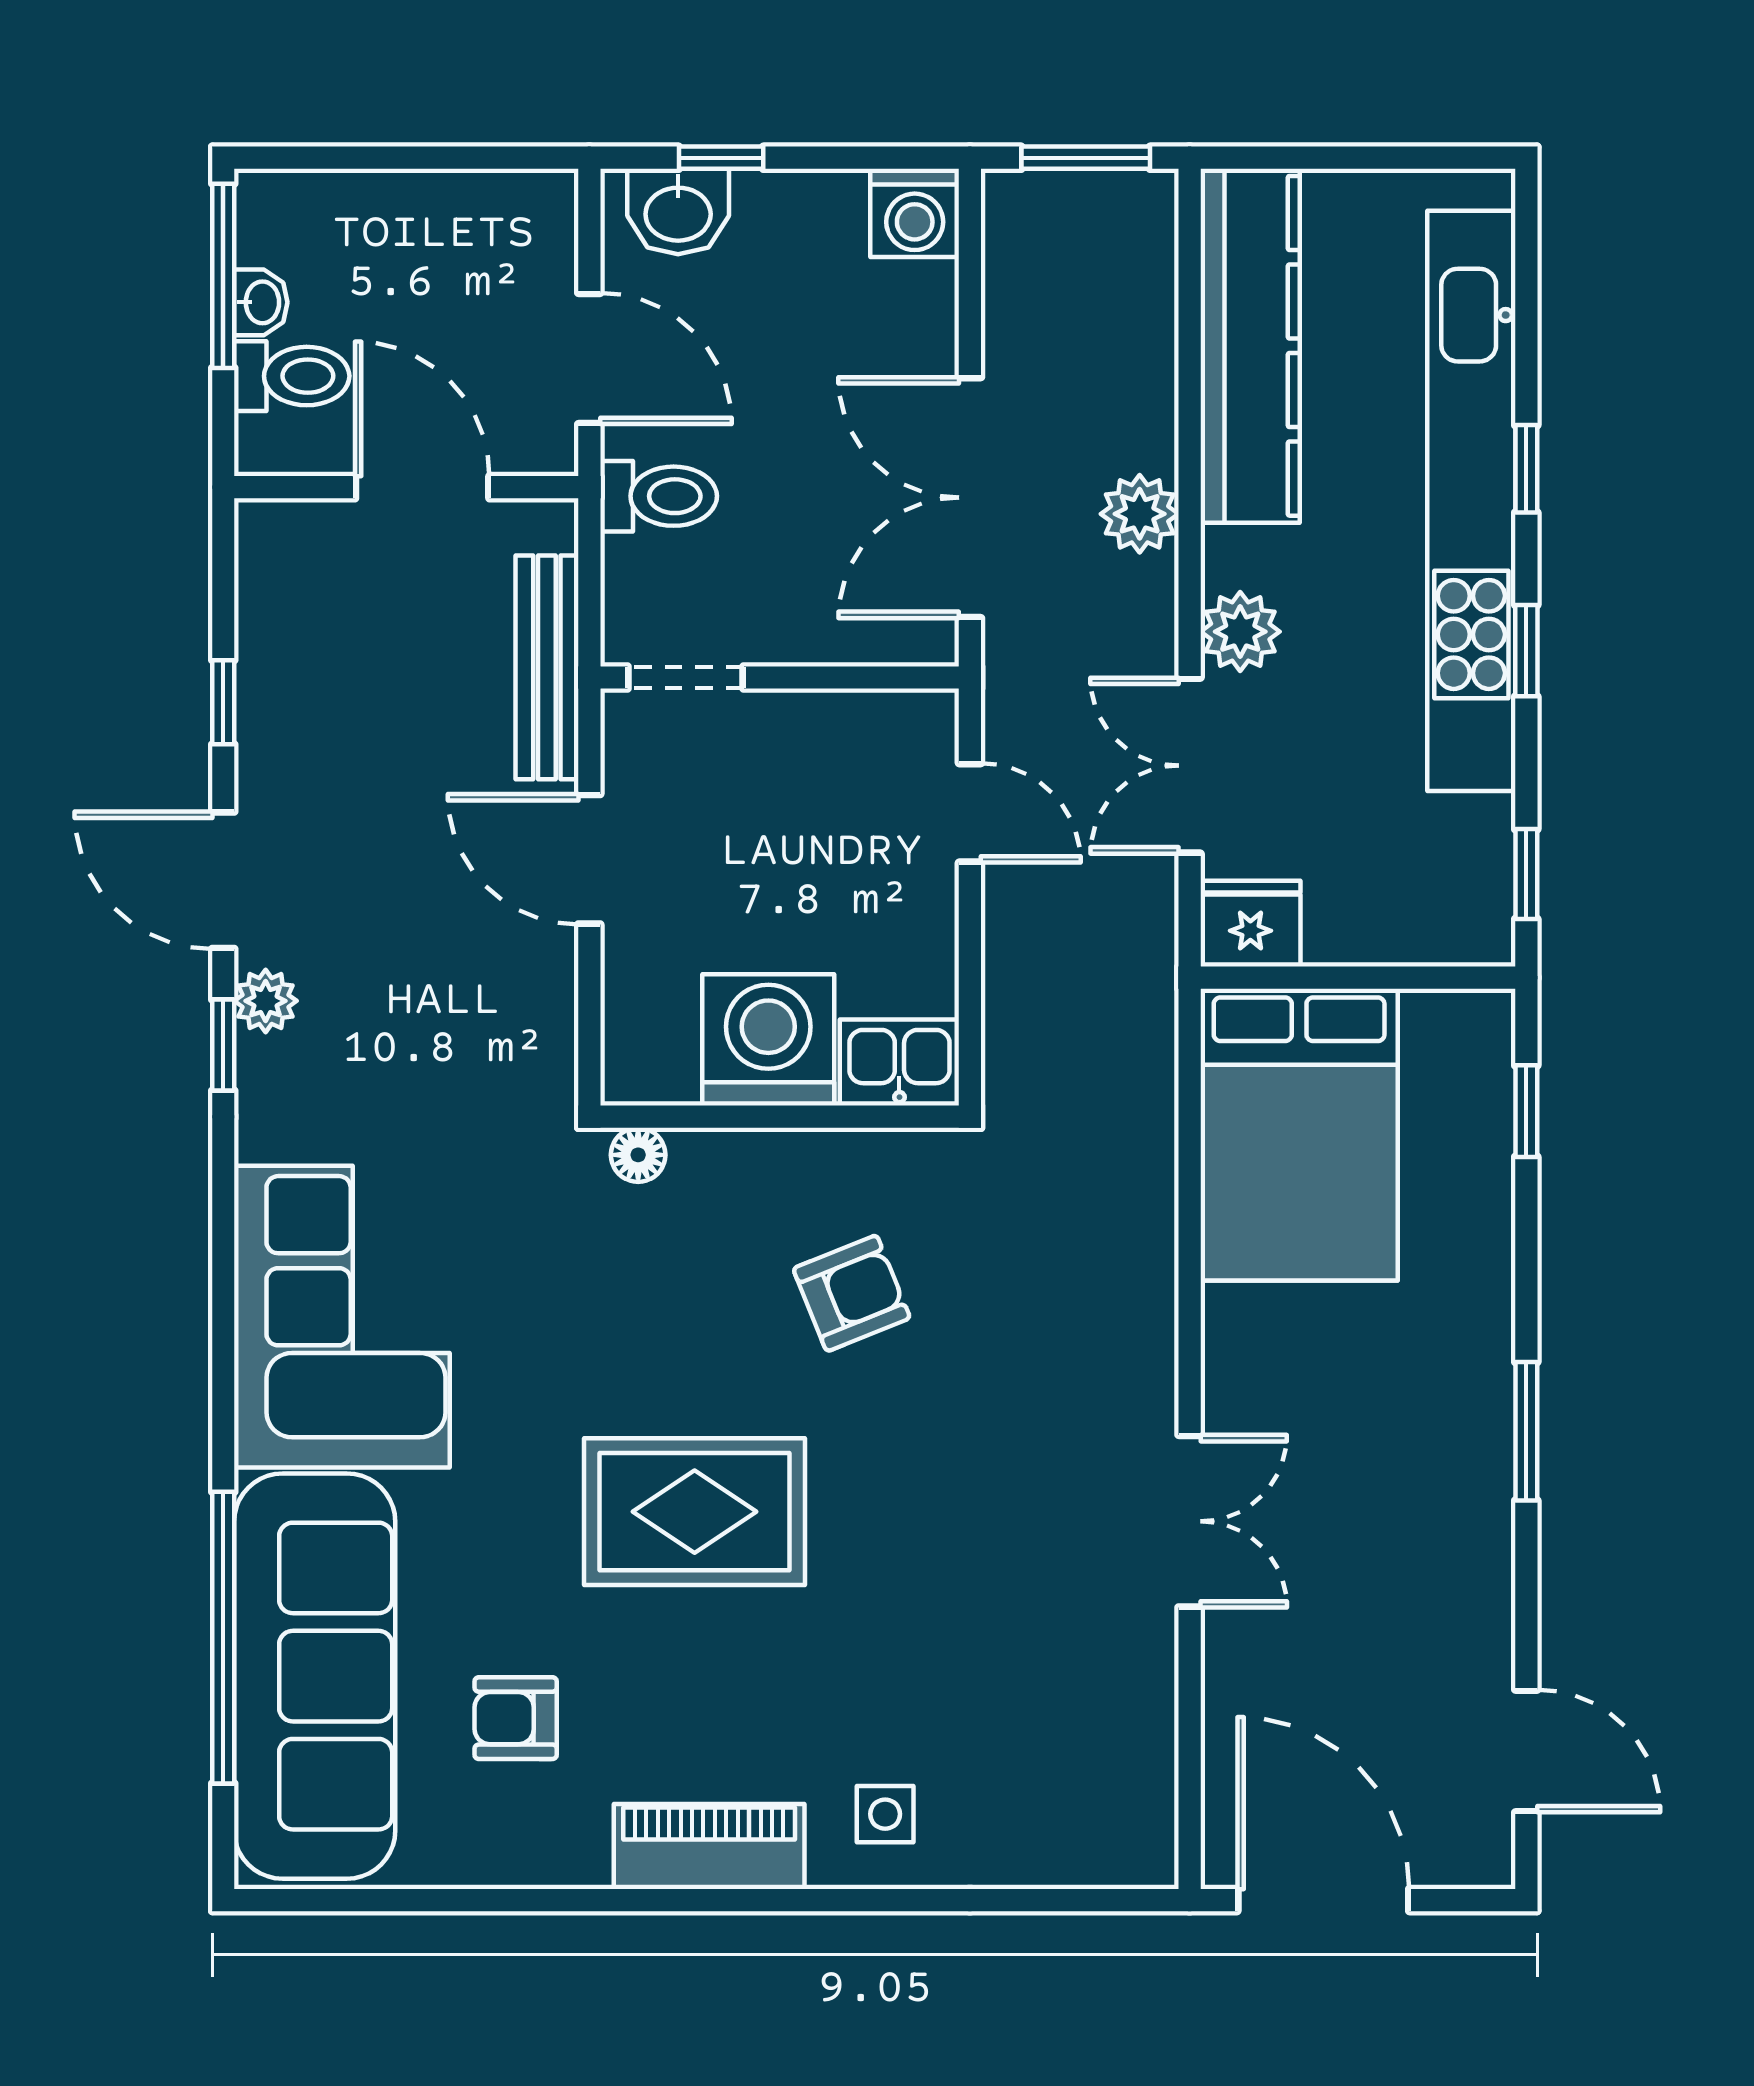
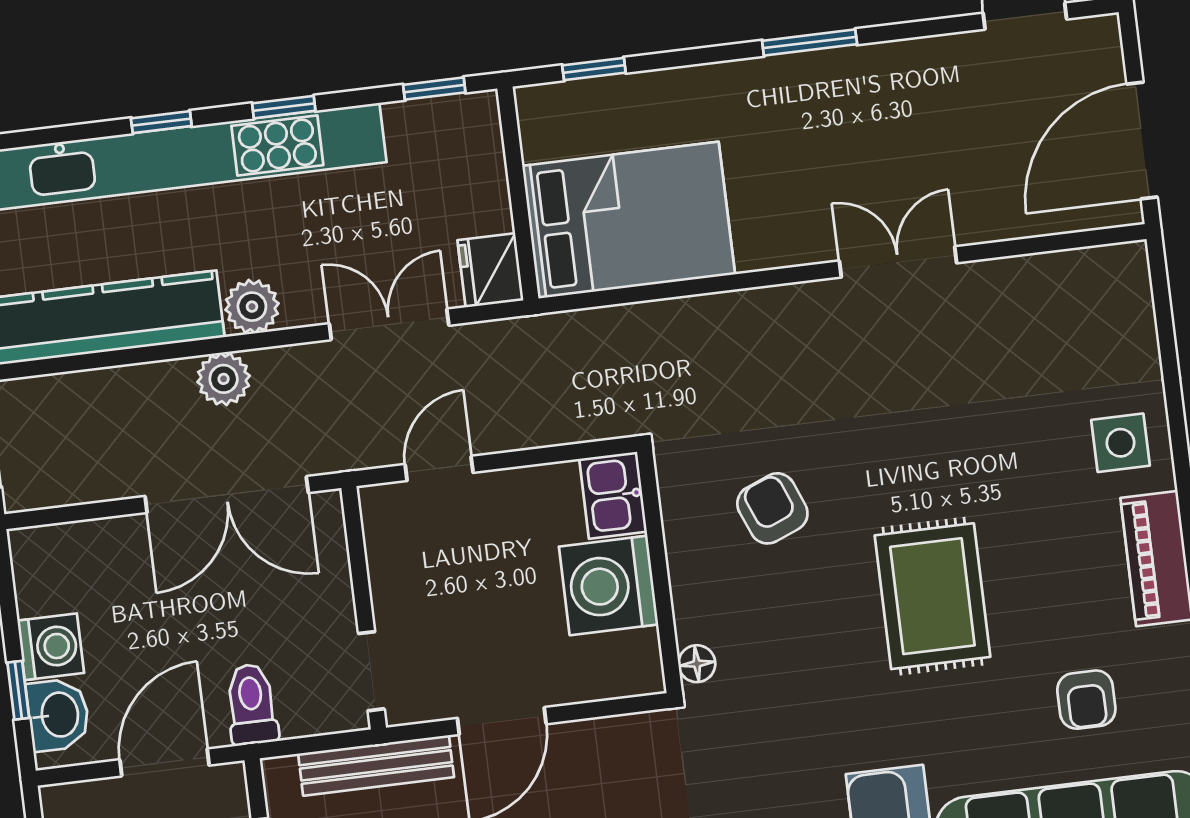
washing machine: (915, 213) -> (51, 647), moved
plant: (1240, 632) -> (252, 307), moved
double door: (1190, 766) -> (389, 324), swing flipped
side table: (885, 1814) -> (1120, 443), width x1.37, depth x1.37

